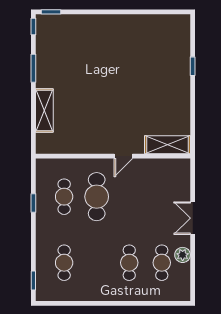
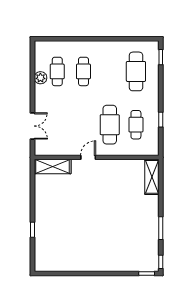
shelving: (44, 111) -> (152, 177), moved
double door: (193, 218) -> (32, 126), moved
cafe table: (64, 263) -> (136, 71), width x1.37, depth x1.35

